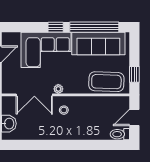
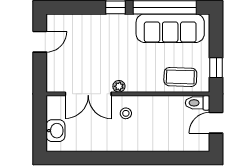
corner sofa: (46, 50) -> (103, 36), removed
coffee table: (106, 82) -> (180, 77), width x0.73, depth x0.76
toilet: (120, 134) -> (198, 103), moved

